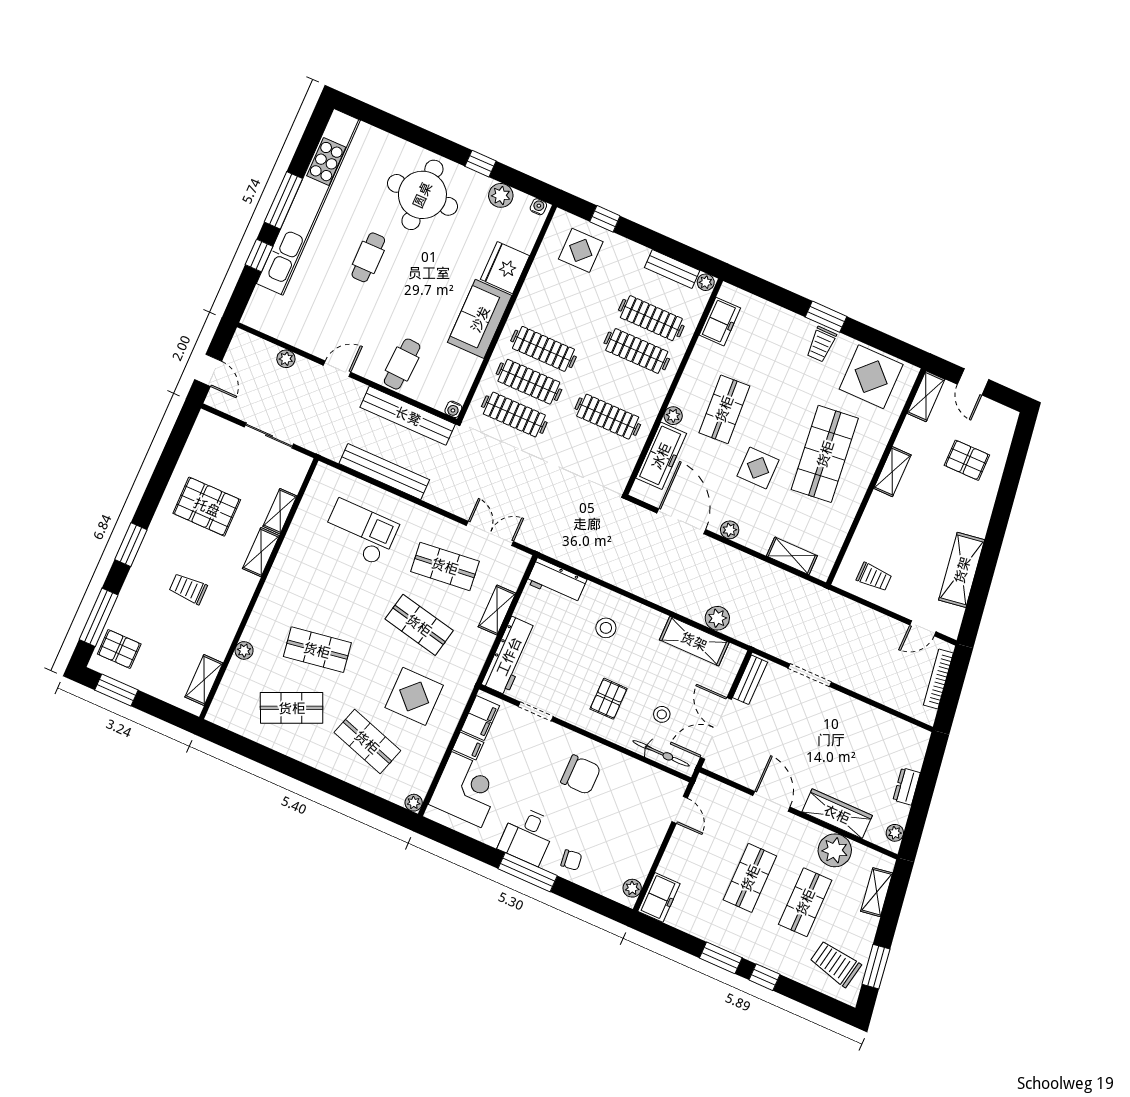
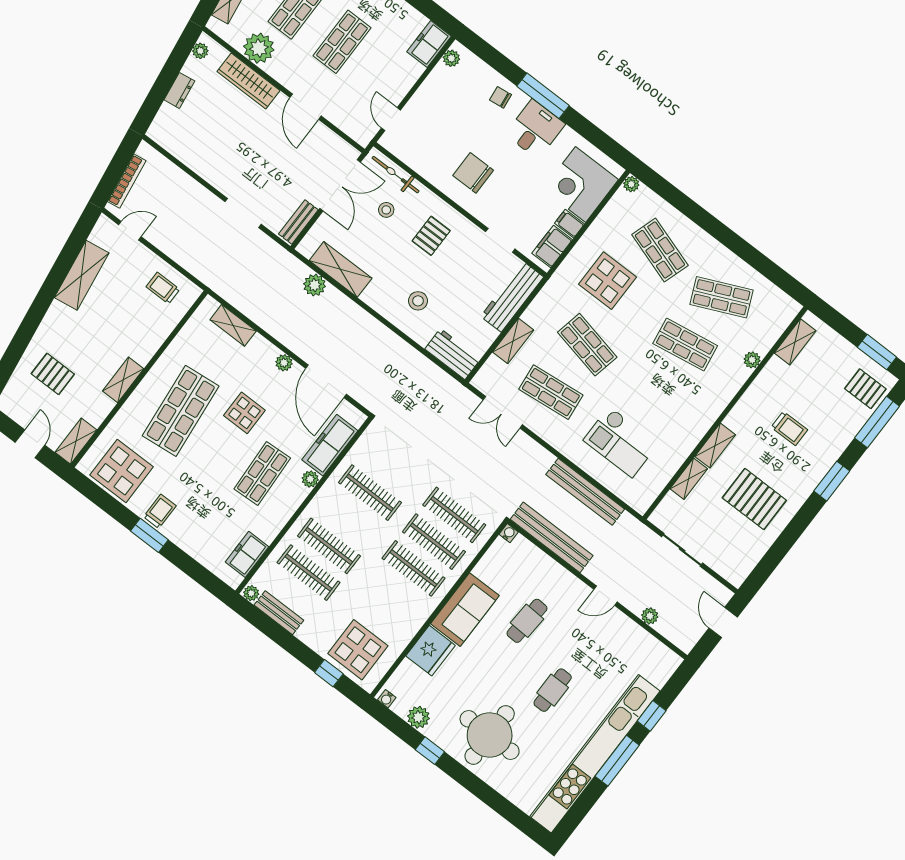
display table: (581, 250) -> (358, 650), width x1.36, depth x1.36
cafe table: (402, 364) -> (527, 621), moved

